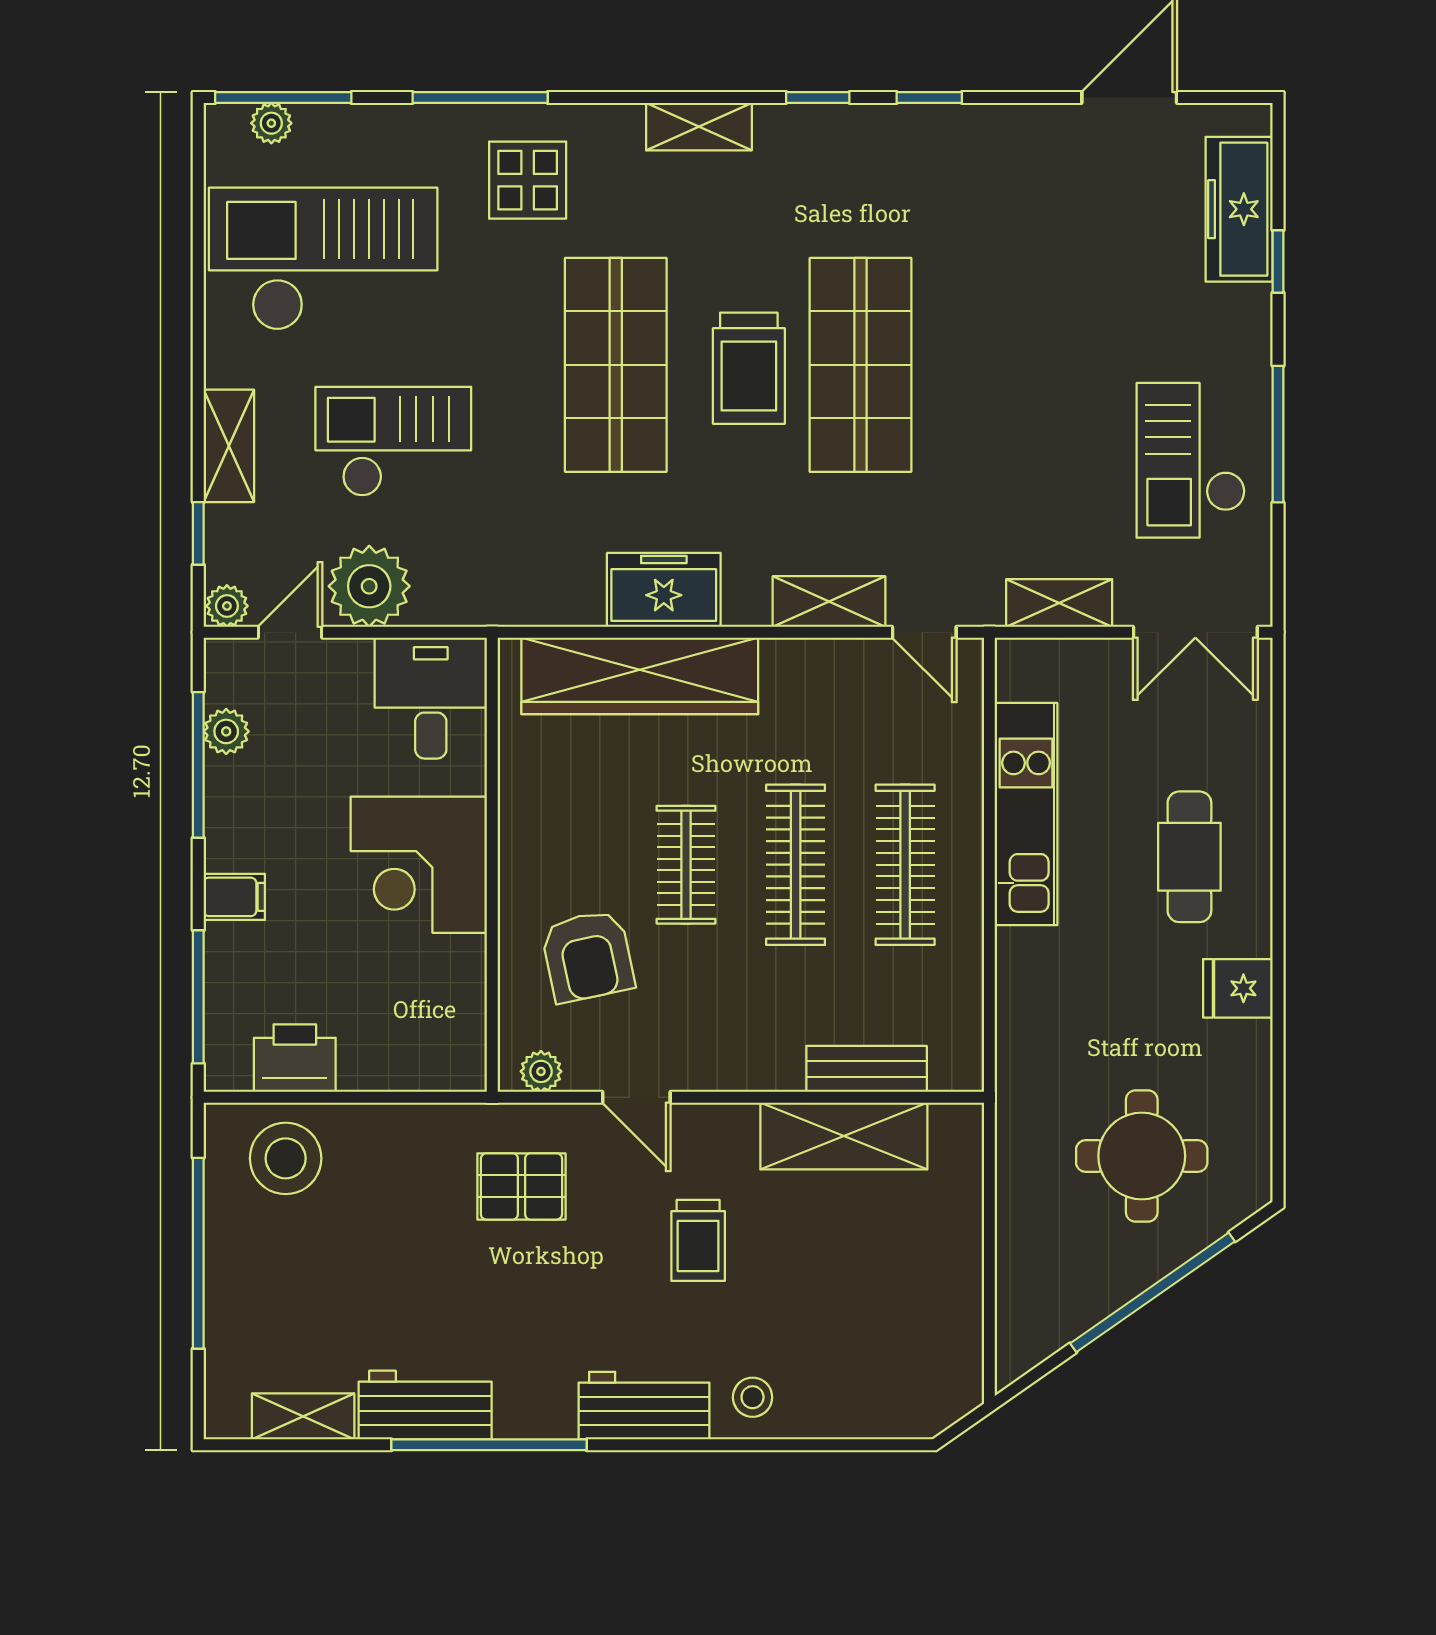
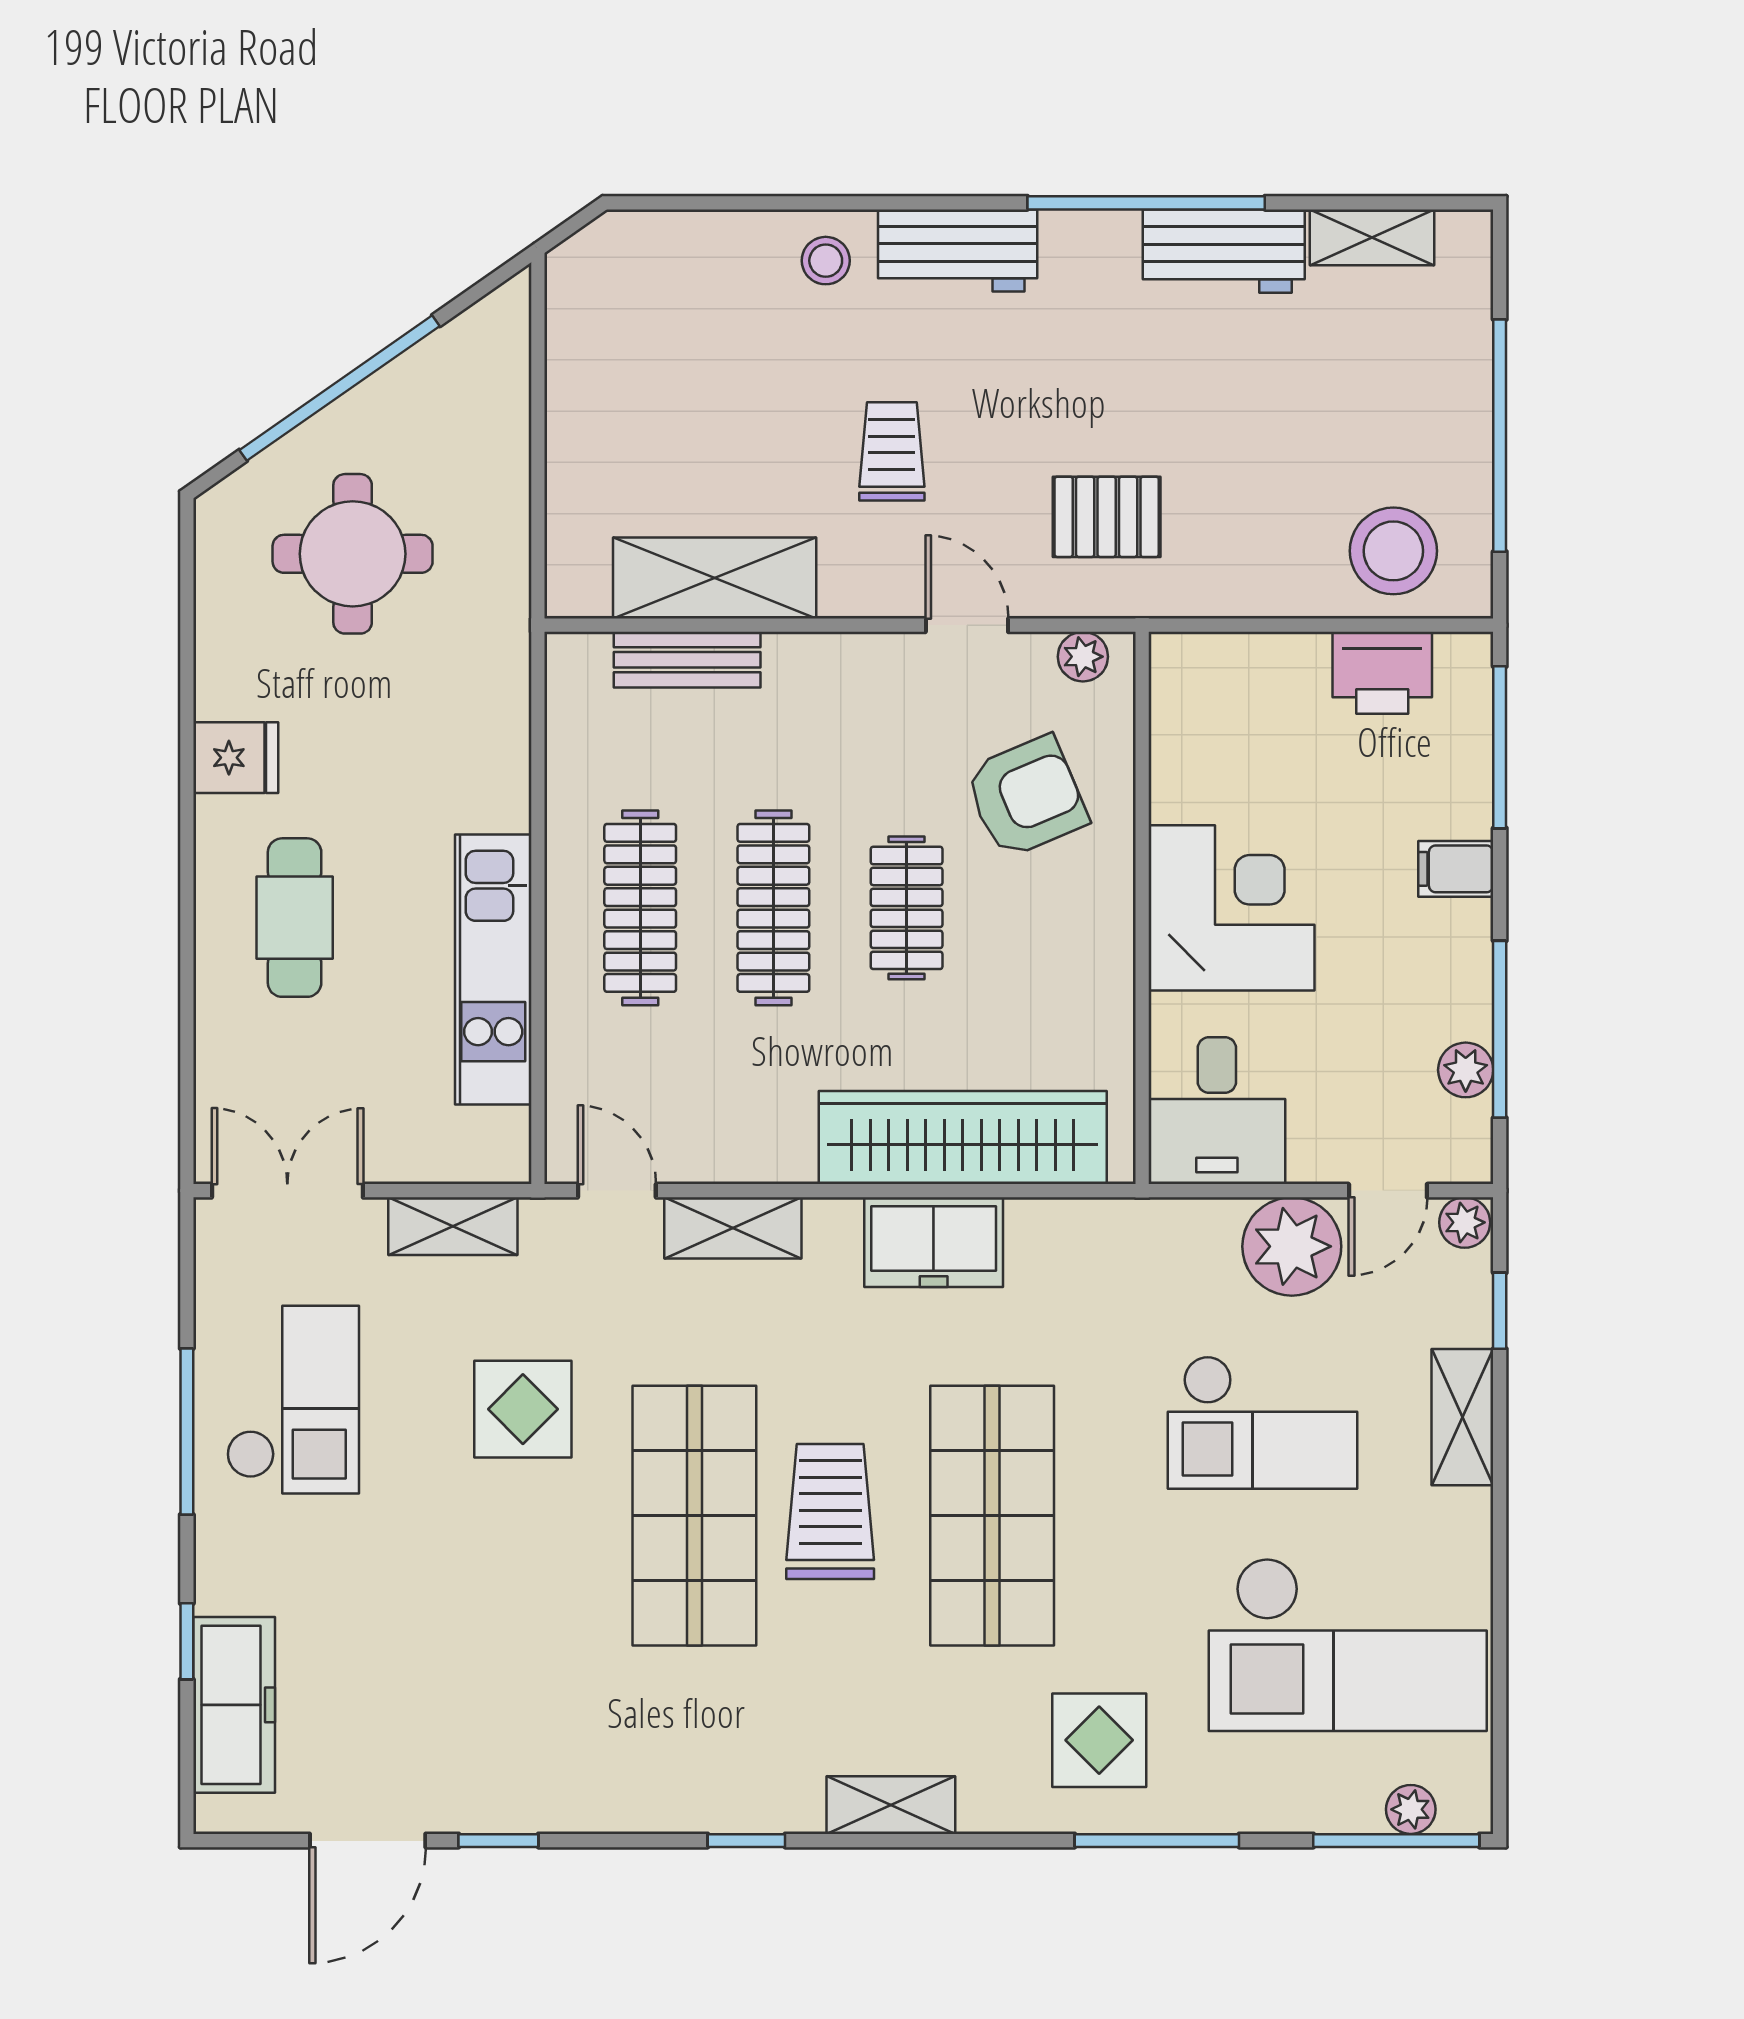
window: (929, 98) -> (498, 1841), moved
display table: (1002, 452) -> (523, 1409), added
armchair: (588, 956) -> (1026, 797), turned 79

